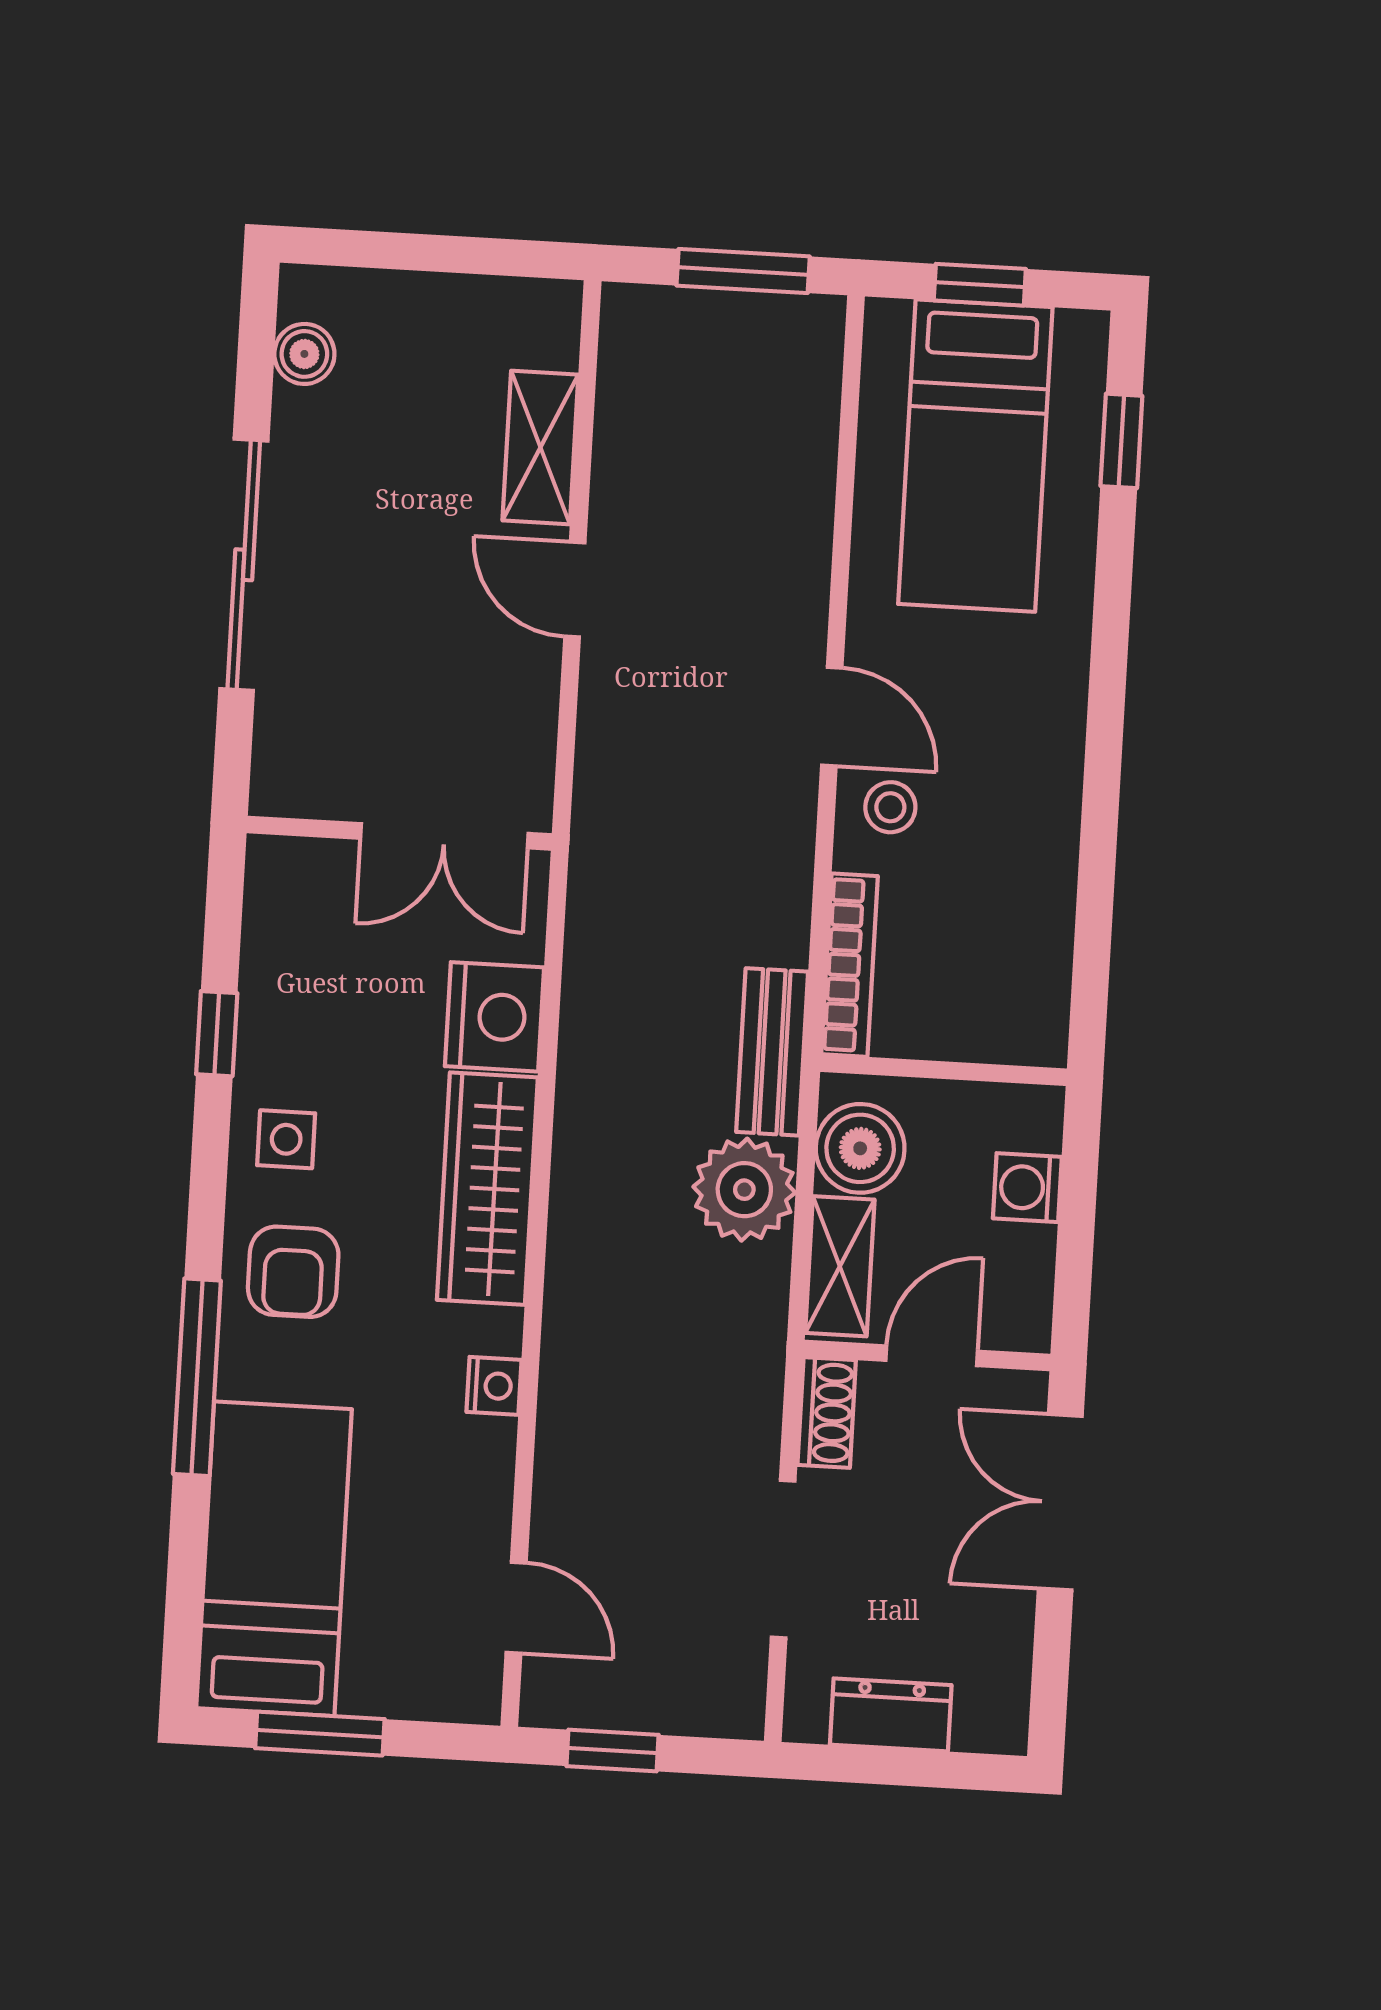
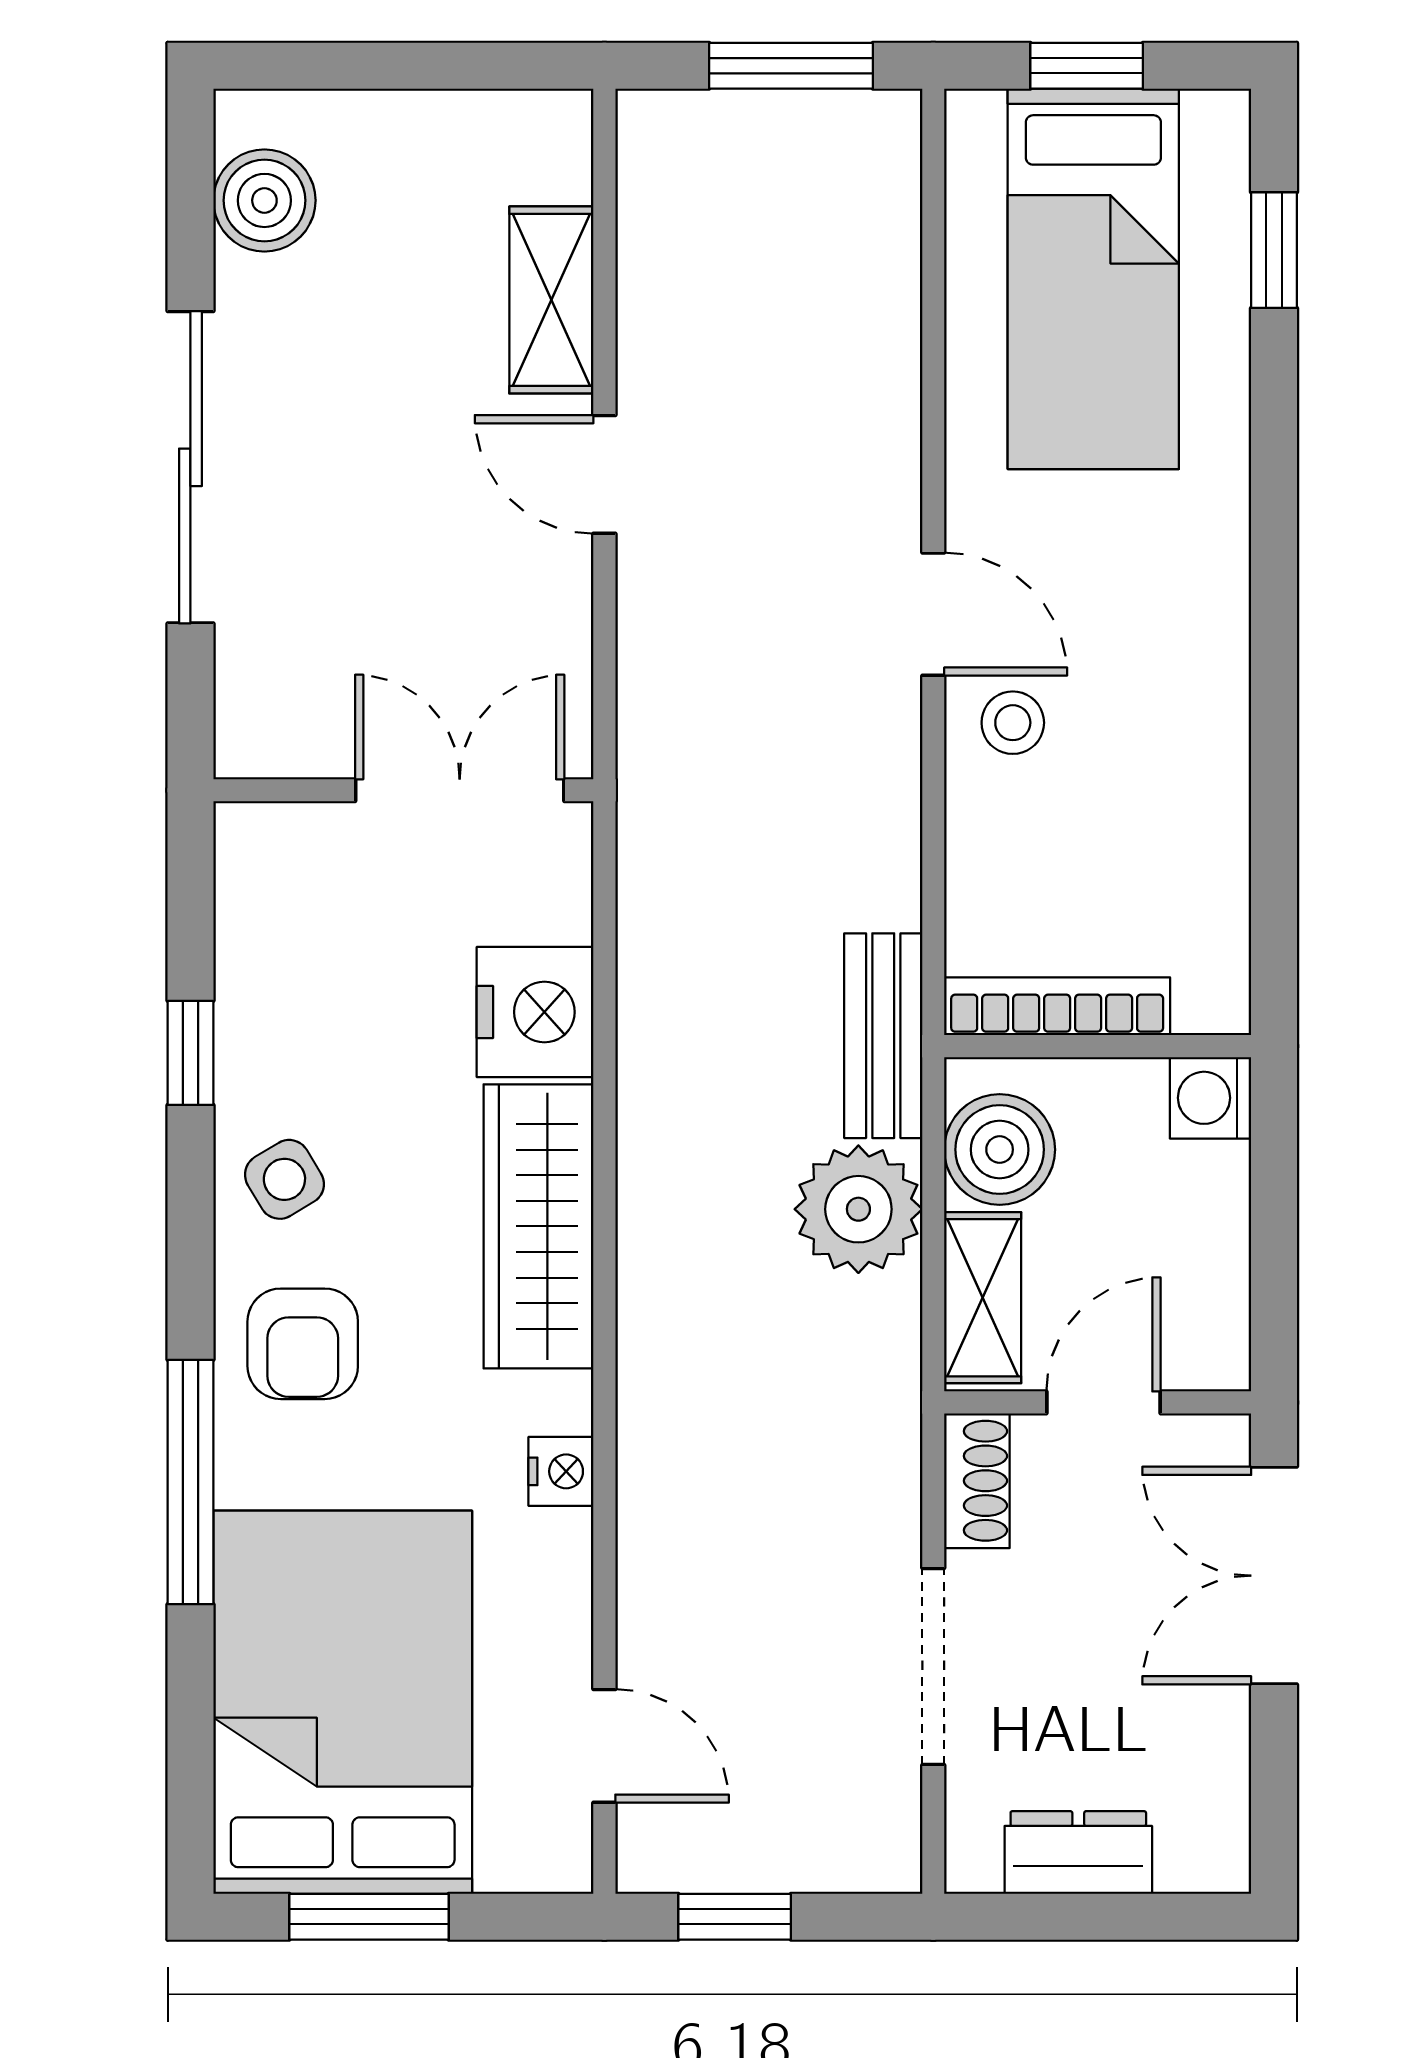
boiler: (304, 354) -> (264, 200), width x1.36, depth x1.36
double door: (444, 836) -> (460, 790), swing flipped
bookcase: (849, 965) -> (1057, 1006), moved, turned -90
side table: (286, 1139) -> (284, 1179), turned -31
washing machine: (1027, 1188) -> (1211, 1098), moved
bed: (274, 1559) -> (343, 1702), width x1.50

